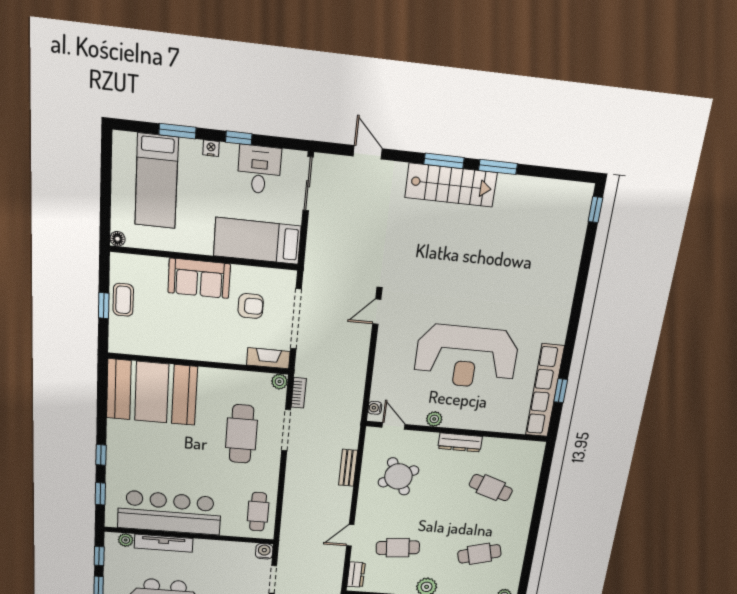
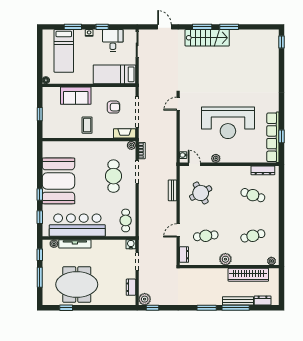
sofa: (199, 278) -> (76, 96), moved
coffee table: (123, 300) -> (87, 125), moved
booth: (152, 392) -> (58, 181), moved, turned 90
dresser: (460, 442) -> (263, 170), moved

